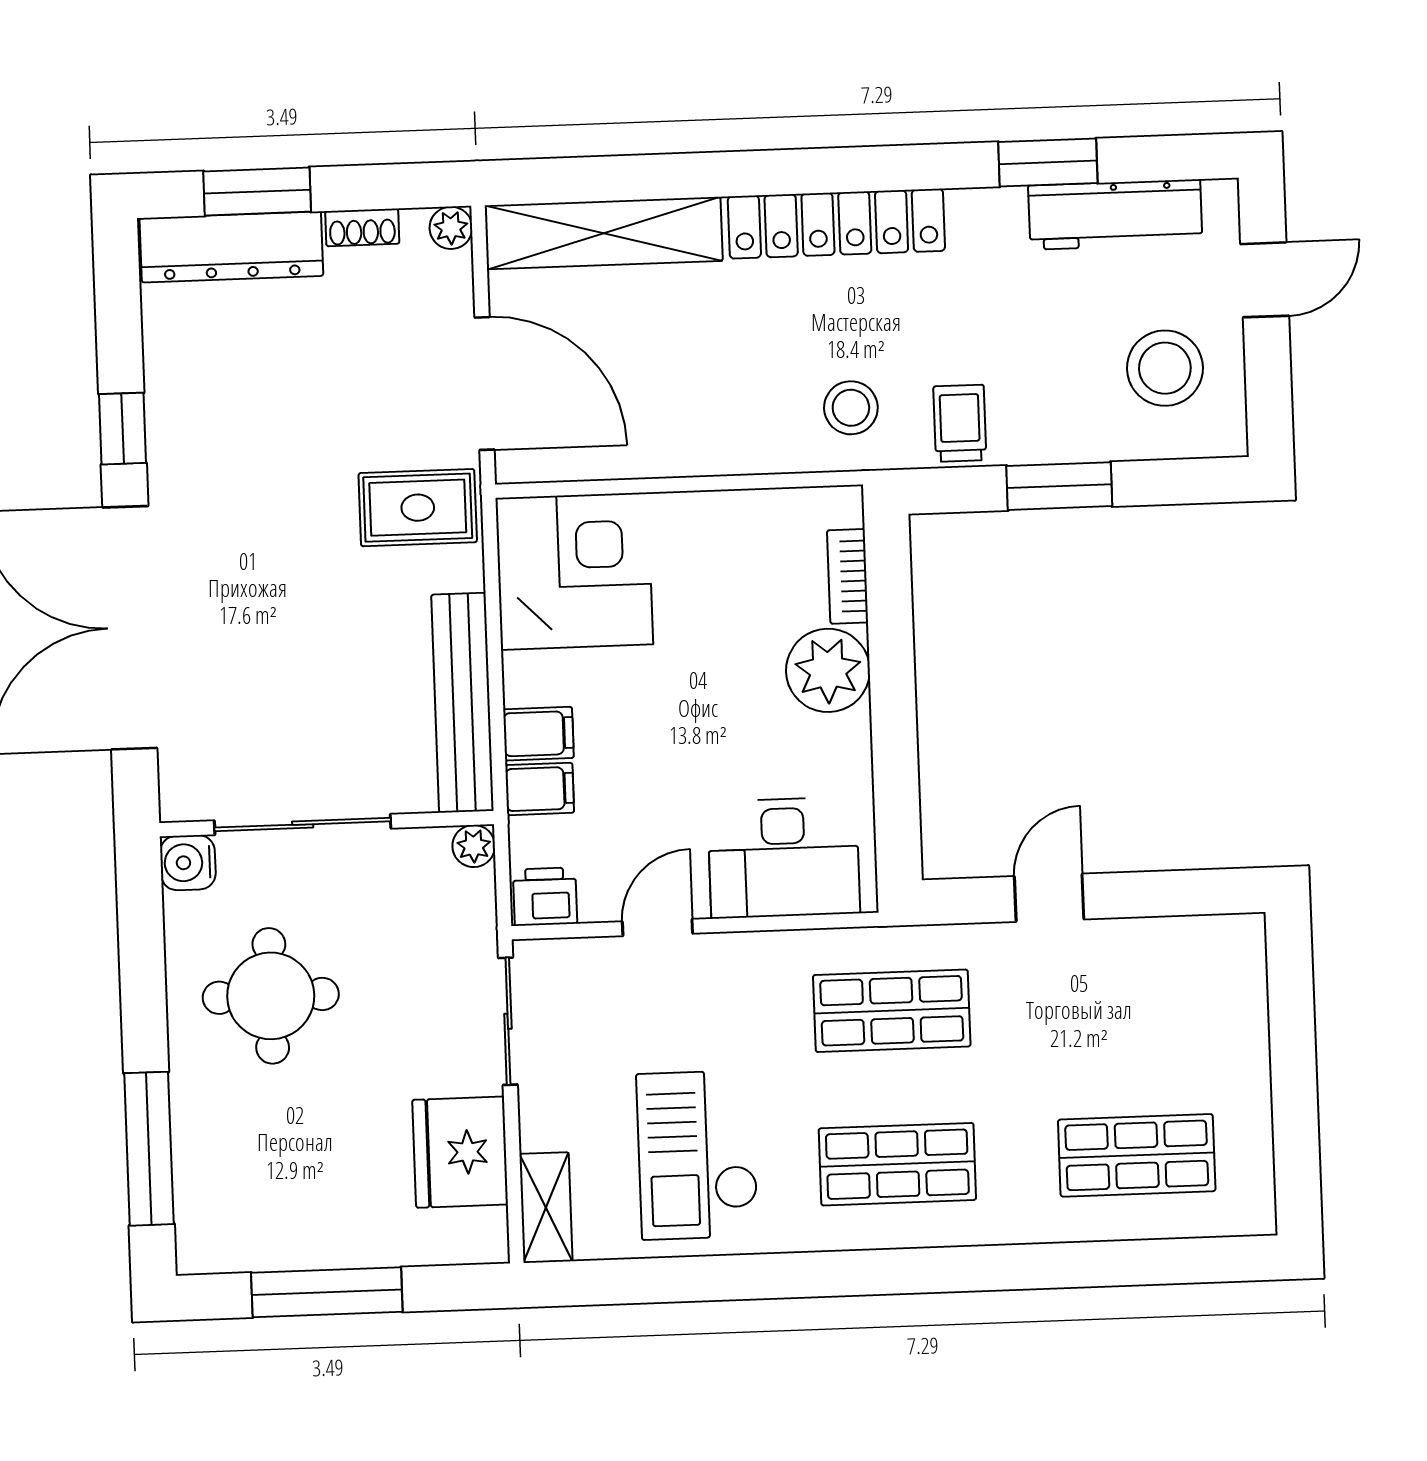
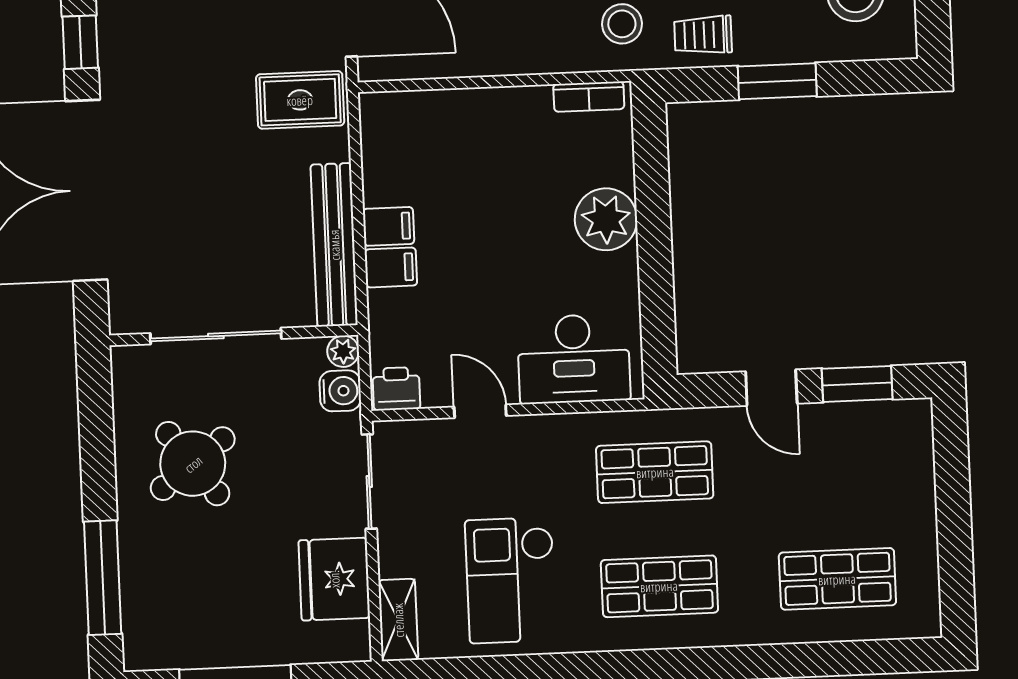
trolley: (960, 423) -> (703, 35), turned -90
corner desk: (574, 571) -> (417, 146), removed
bookcase: (848, 576) -> (589, 97), moved, turned -90
filing cabinet: (540, 789) -> (388, 226), moved
water cooler: (188, 863) -> (340, 391), moved, turned 180
window: (1164, 893) -> (857, 384), added
door: (1049, 898) -> (771, 388), swing flipped
door: (658, 928) -> (480, 411), hinge flipped
round table: (271, 996) -> (193, 464), turned -37

